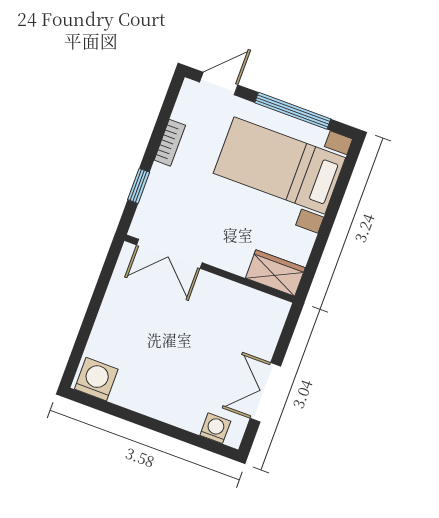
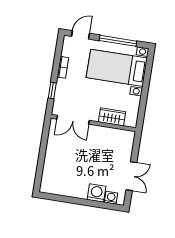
wardrobe: (275, 273) -> (112, 117), moved
washing machine: (96, 379) -> (97, 193), moved
double door: (265, 392) -> (131, 176), swing flipped

